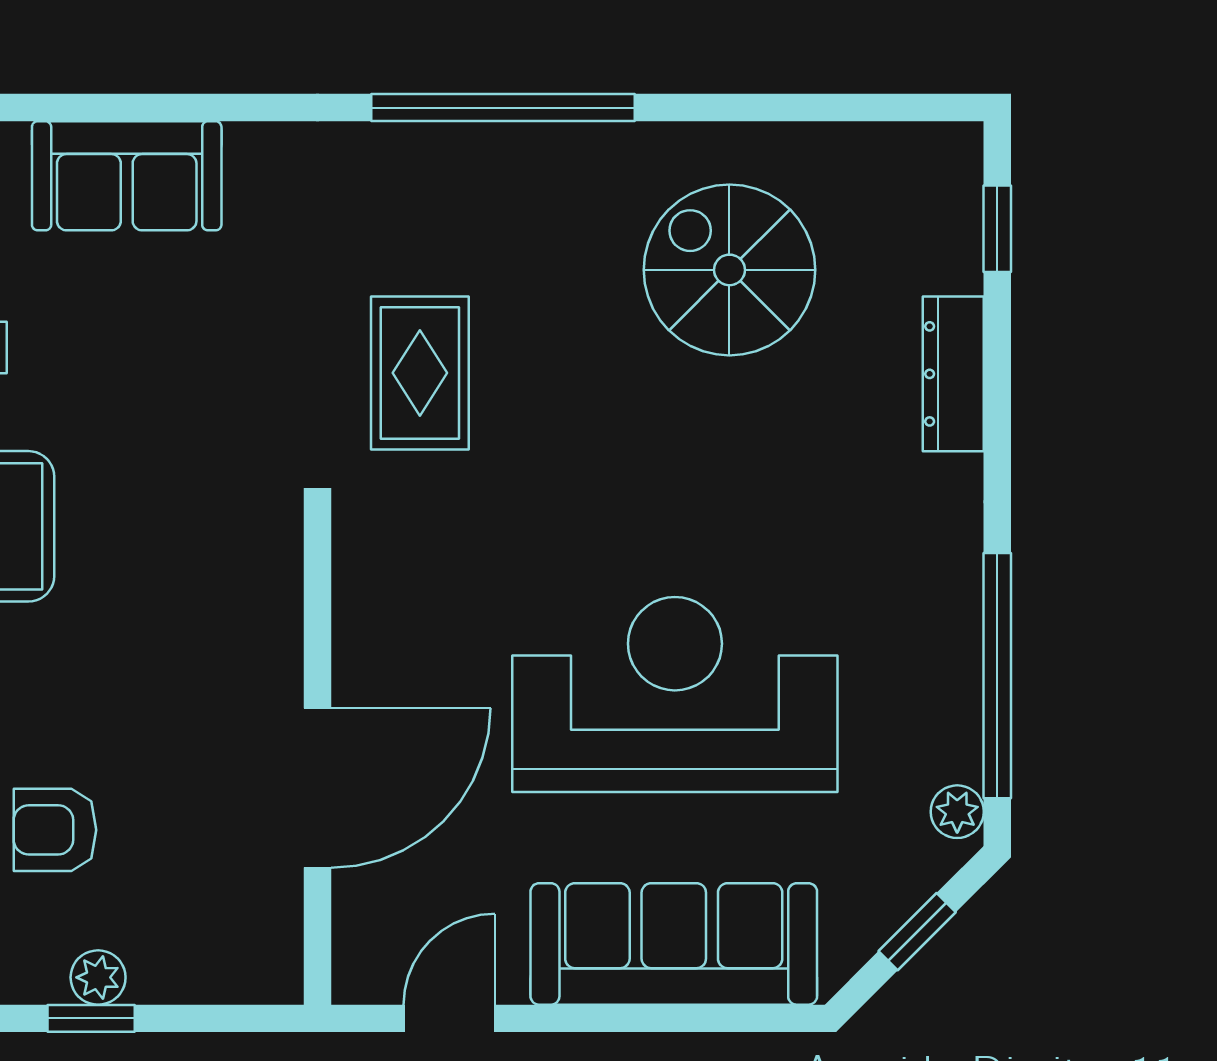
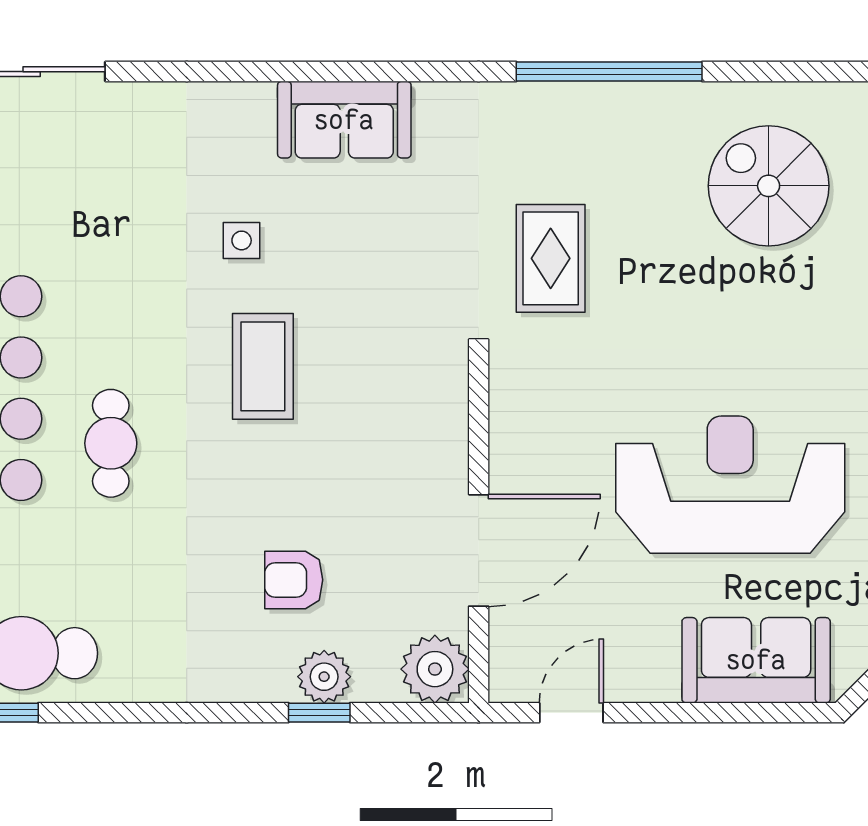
sofa: (674, 944) -> (756, 660), width x0.73
plant: (256, 956) -> (435, 669), added
plant: (98, 977) -> (324, 677), width x1.38, depth x1.38

